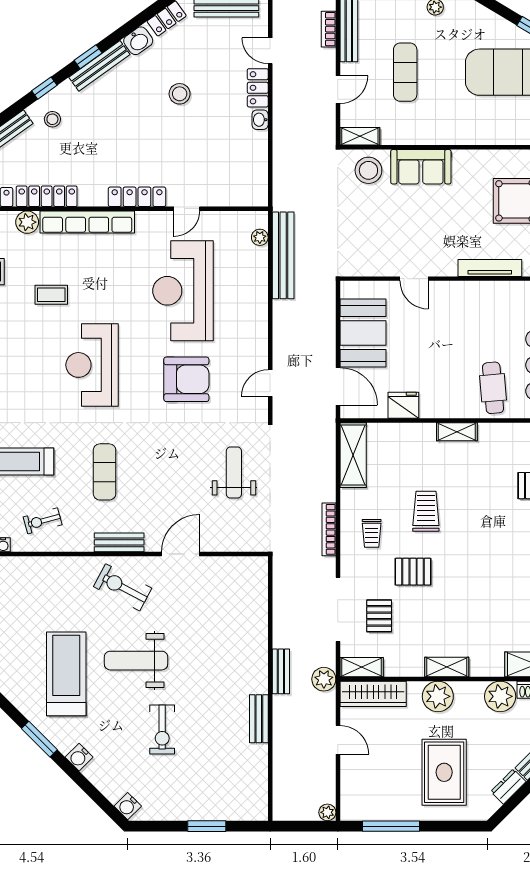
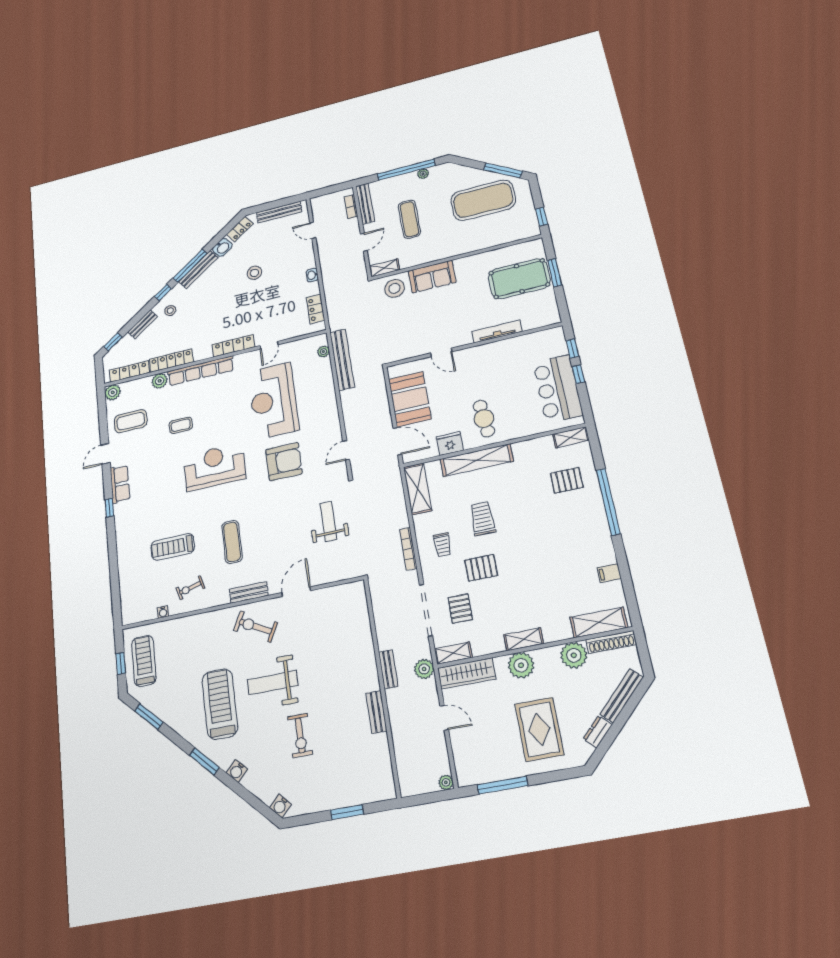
window: (88, 57) -> (190, 266), width x2.17
locker: (258, 88) -> (316, 309), moved
reception desk: (92, 365) -> (214, 467), turned 90
cafe table: (493, 388) -> (484, 419), moved
shelving: (457, 432) -> (477, 460), width x2.20, depth x1.33

